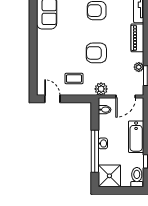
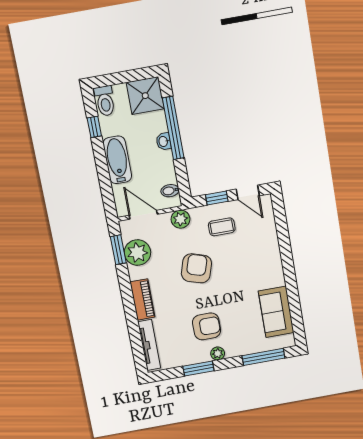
armchair: (96, 53) -> (196, 268), turned -73
plant: (139, 67) -> (137, 253), width x1.88, depth x1.88
door: (126, 97) -> (143, 215), hinge flipped
window: (74, 99) -> (217, 198), added

